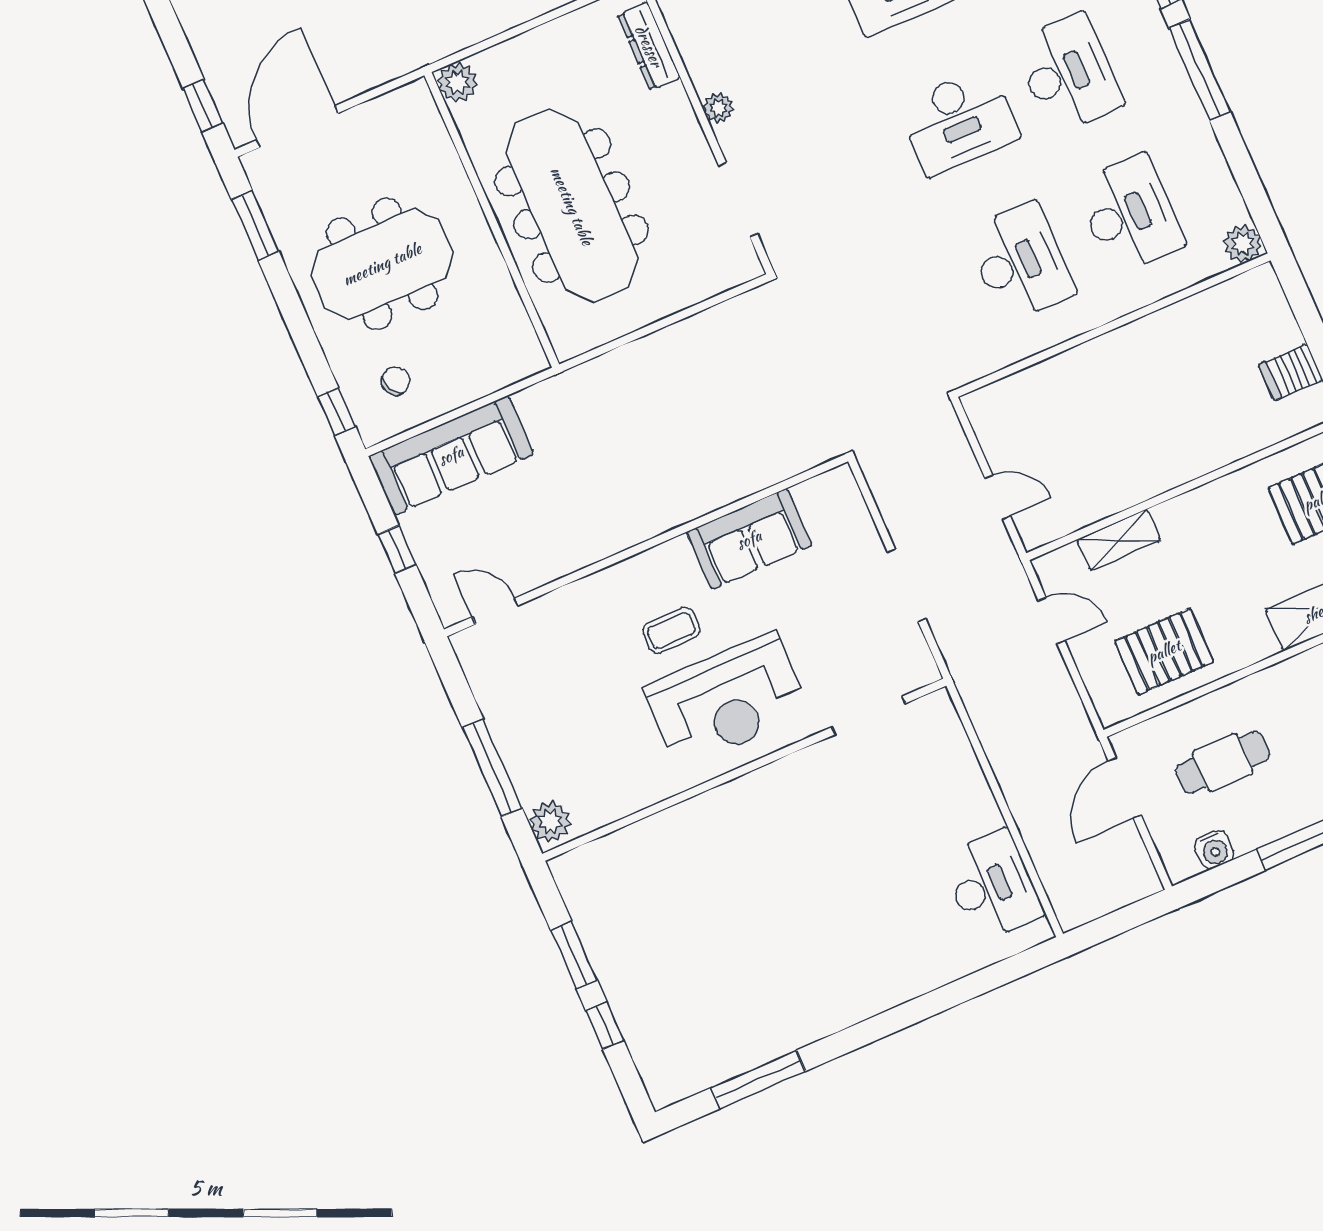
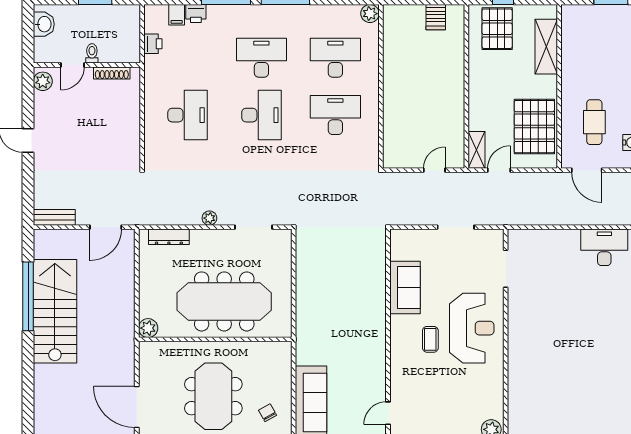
shelving: (1119, 540) -> (476, 150), moved
pallet: (1164, 651) -> (534, 127), width x1.37, depth x1.41

